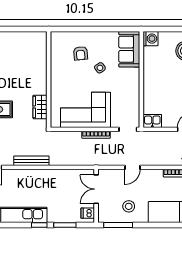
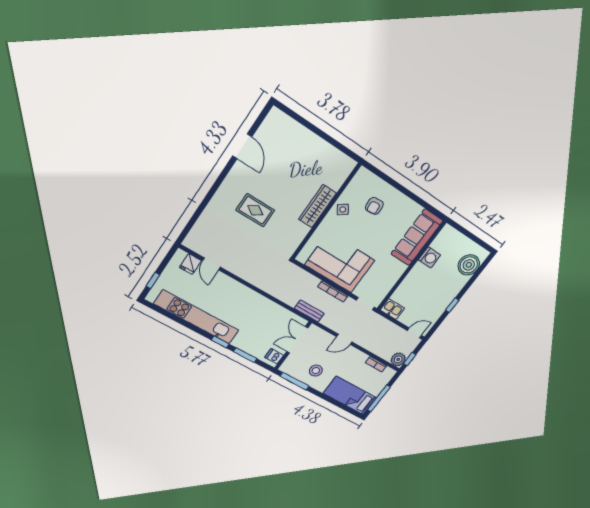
washing machine: (150, 39) -> (429, 257), moved
sofa: (129, 49) -> (417, 237), width x1.36
side table: (100, 68) -> (343, 209), moved
wardrobe: (40, 107) -> (317, 206), moved, width x1.50
bench: (31, 161) -> (309, 311), moved, width x0.73

